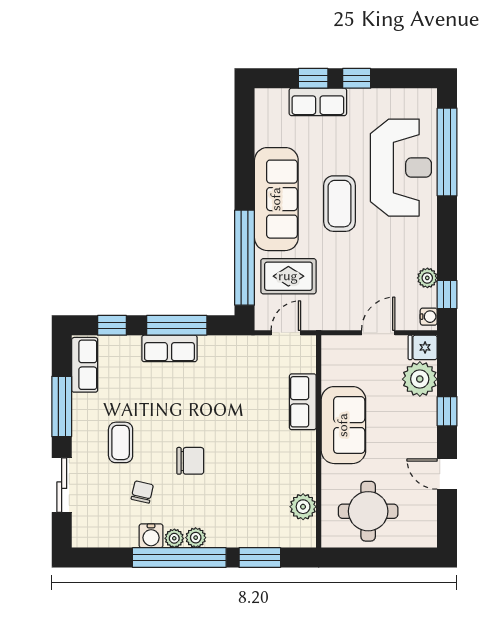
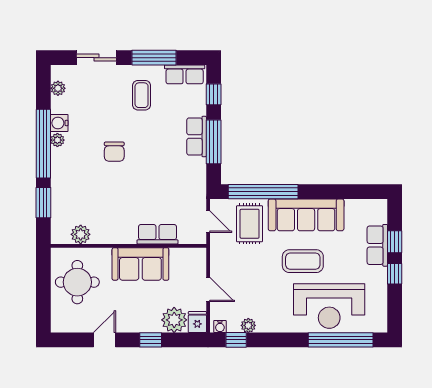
coffee table: (121, 442) -> (142, 95), moved, turned 90
chair: (142, 492) -> (91, 117), removed
plant: (196, 538) -> (58, 88), moved

